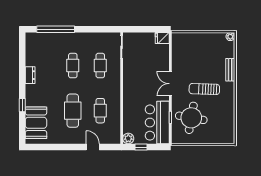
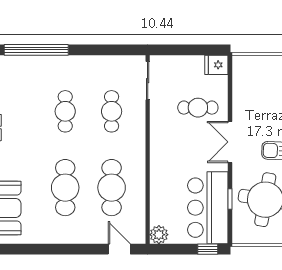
cafe table: (151, 63) -> (198, 108), added
cafe table: (100, 111) -> (112, 188), width x1.37, depth x1.35
door: (93, 147) -> (119, 249), moved
window: (141, 147) -> (208, 249), moved

